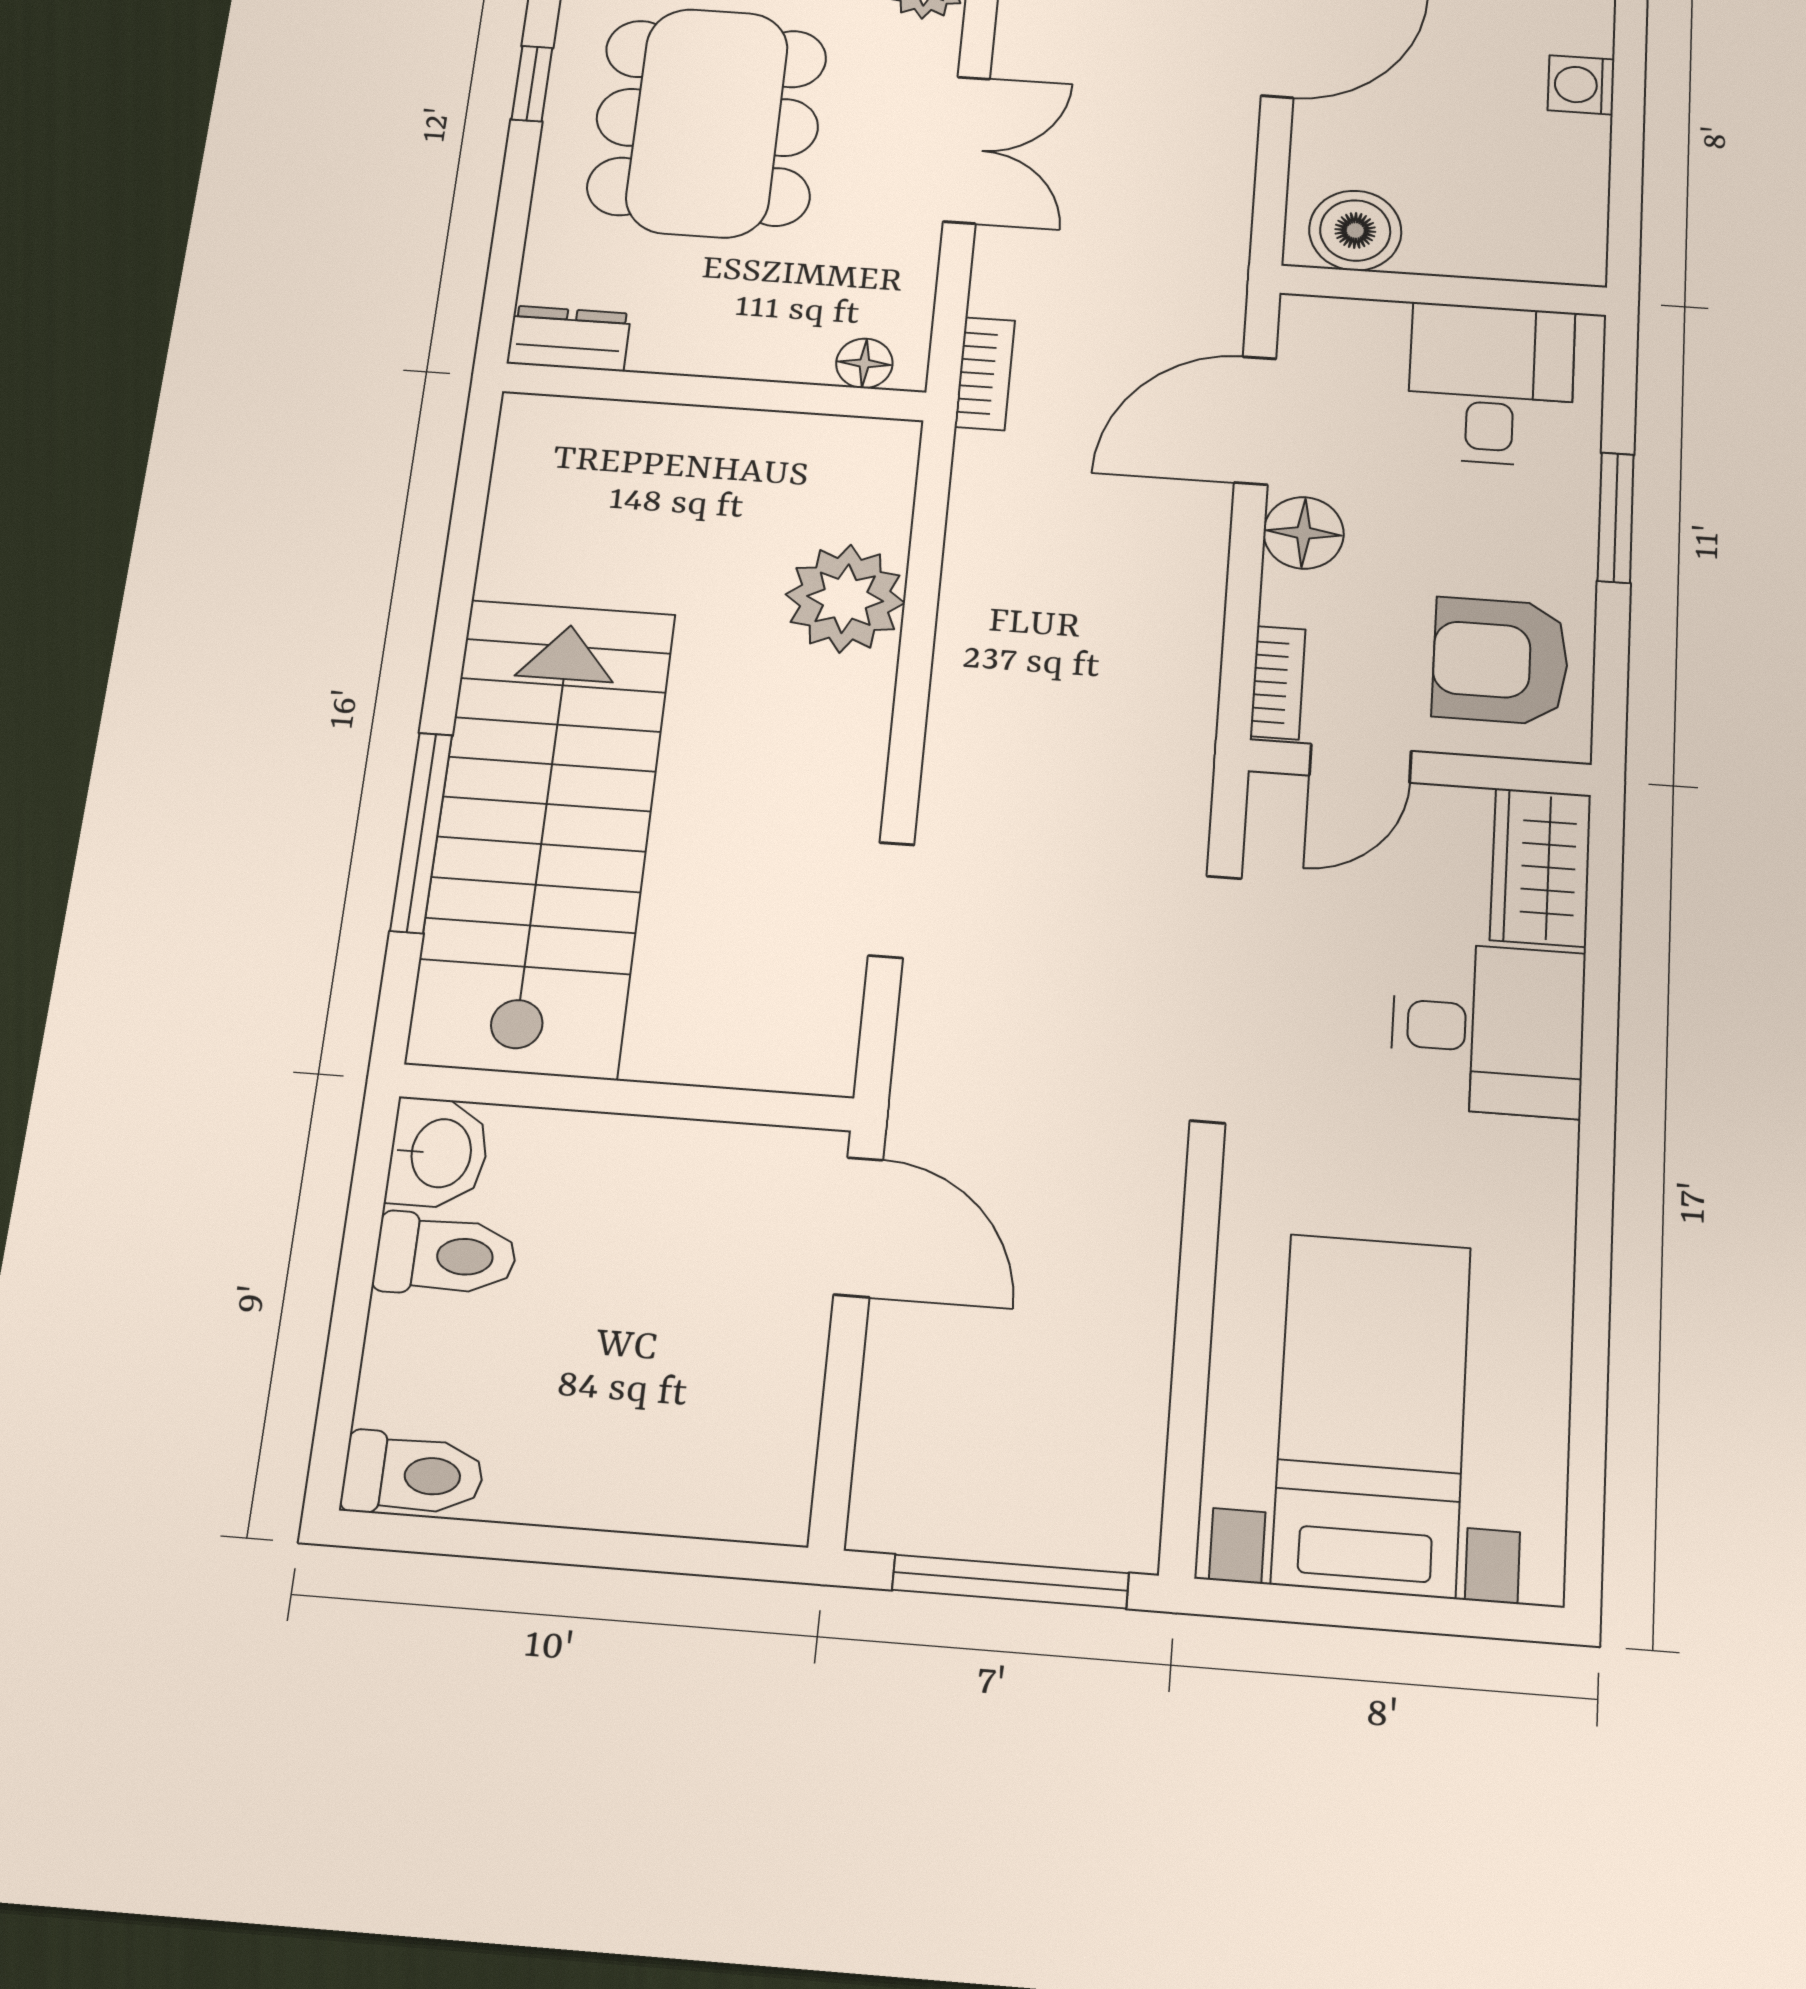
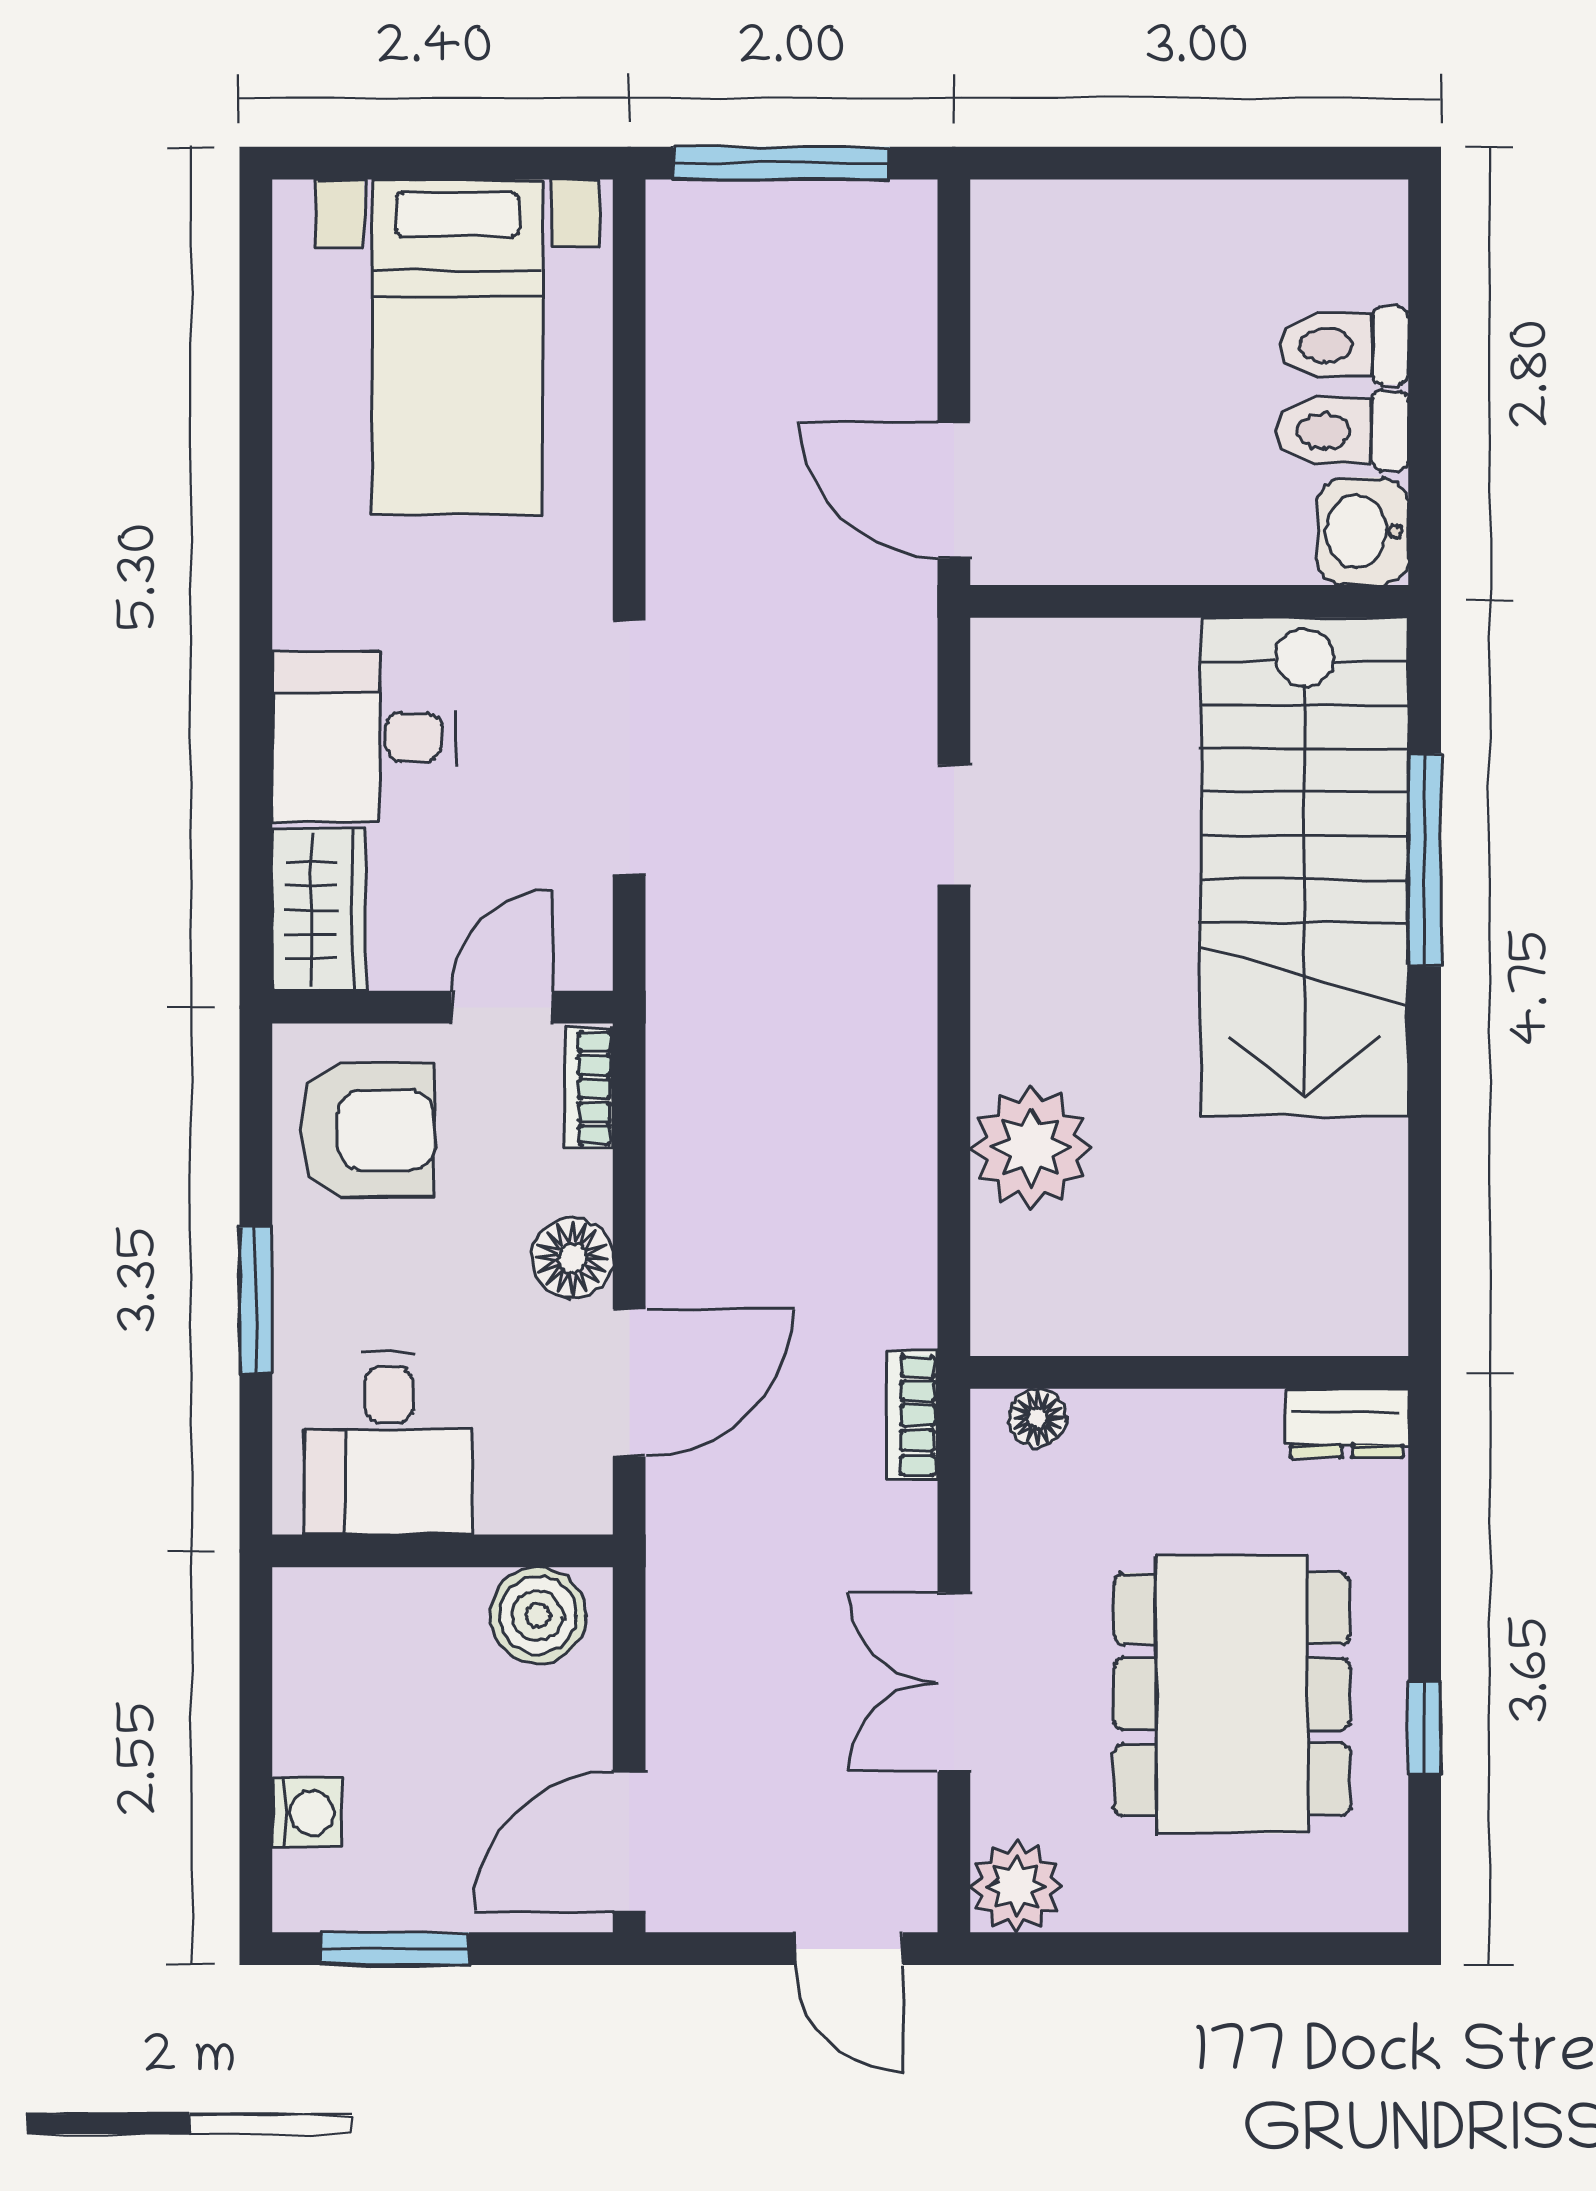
toilet: (413, 1475) -> (1344, 345), moved

